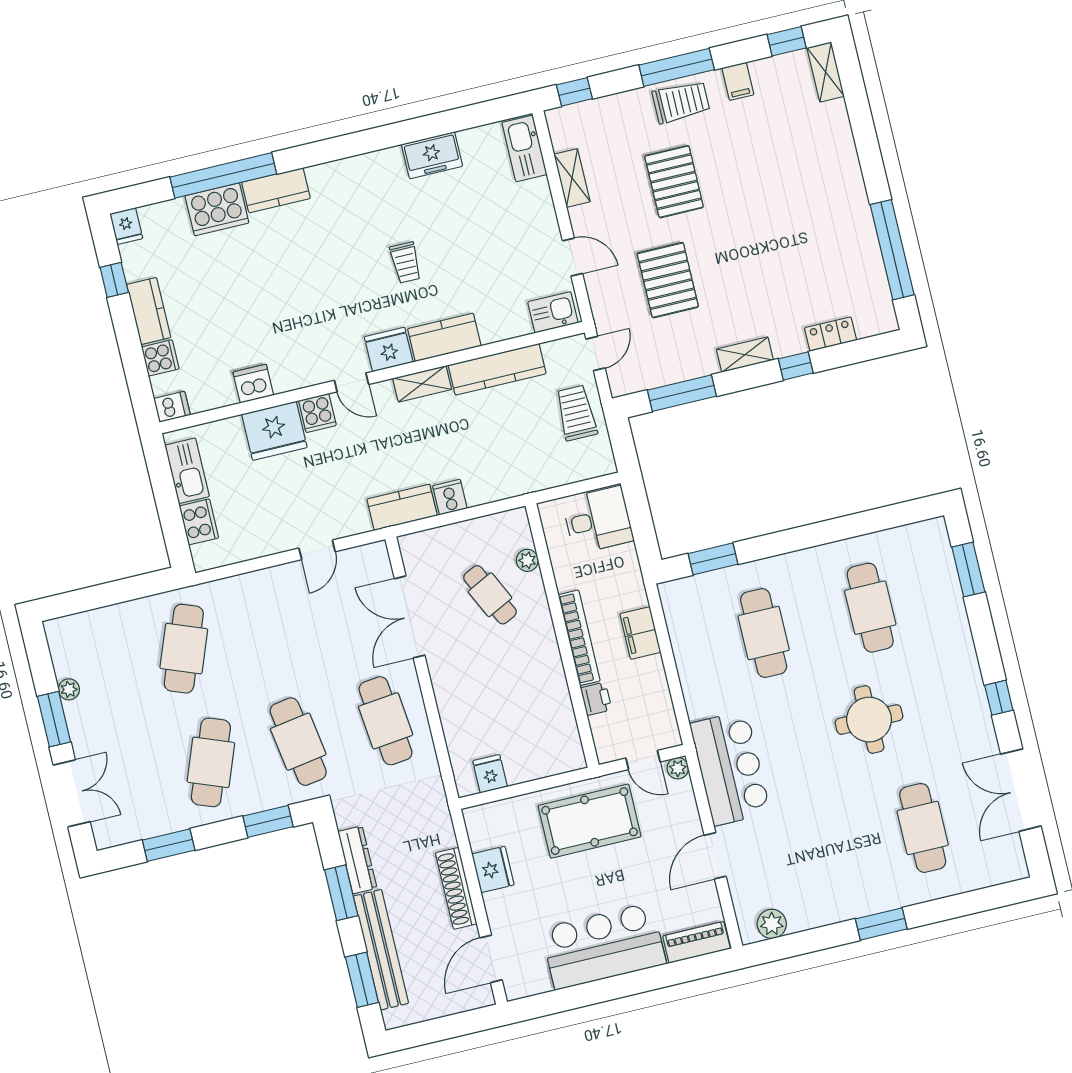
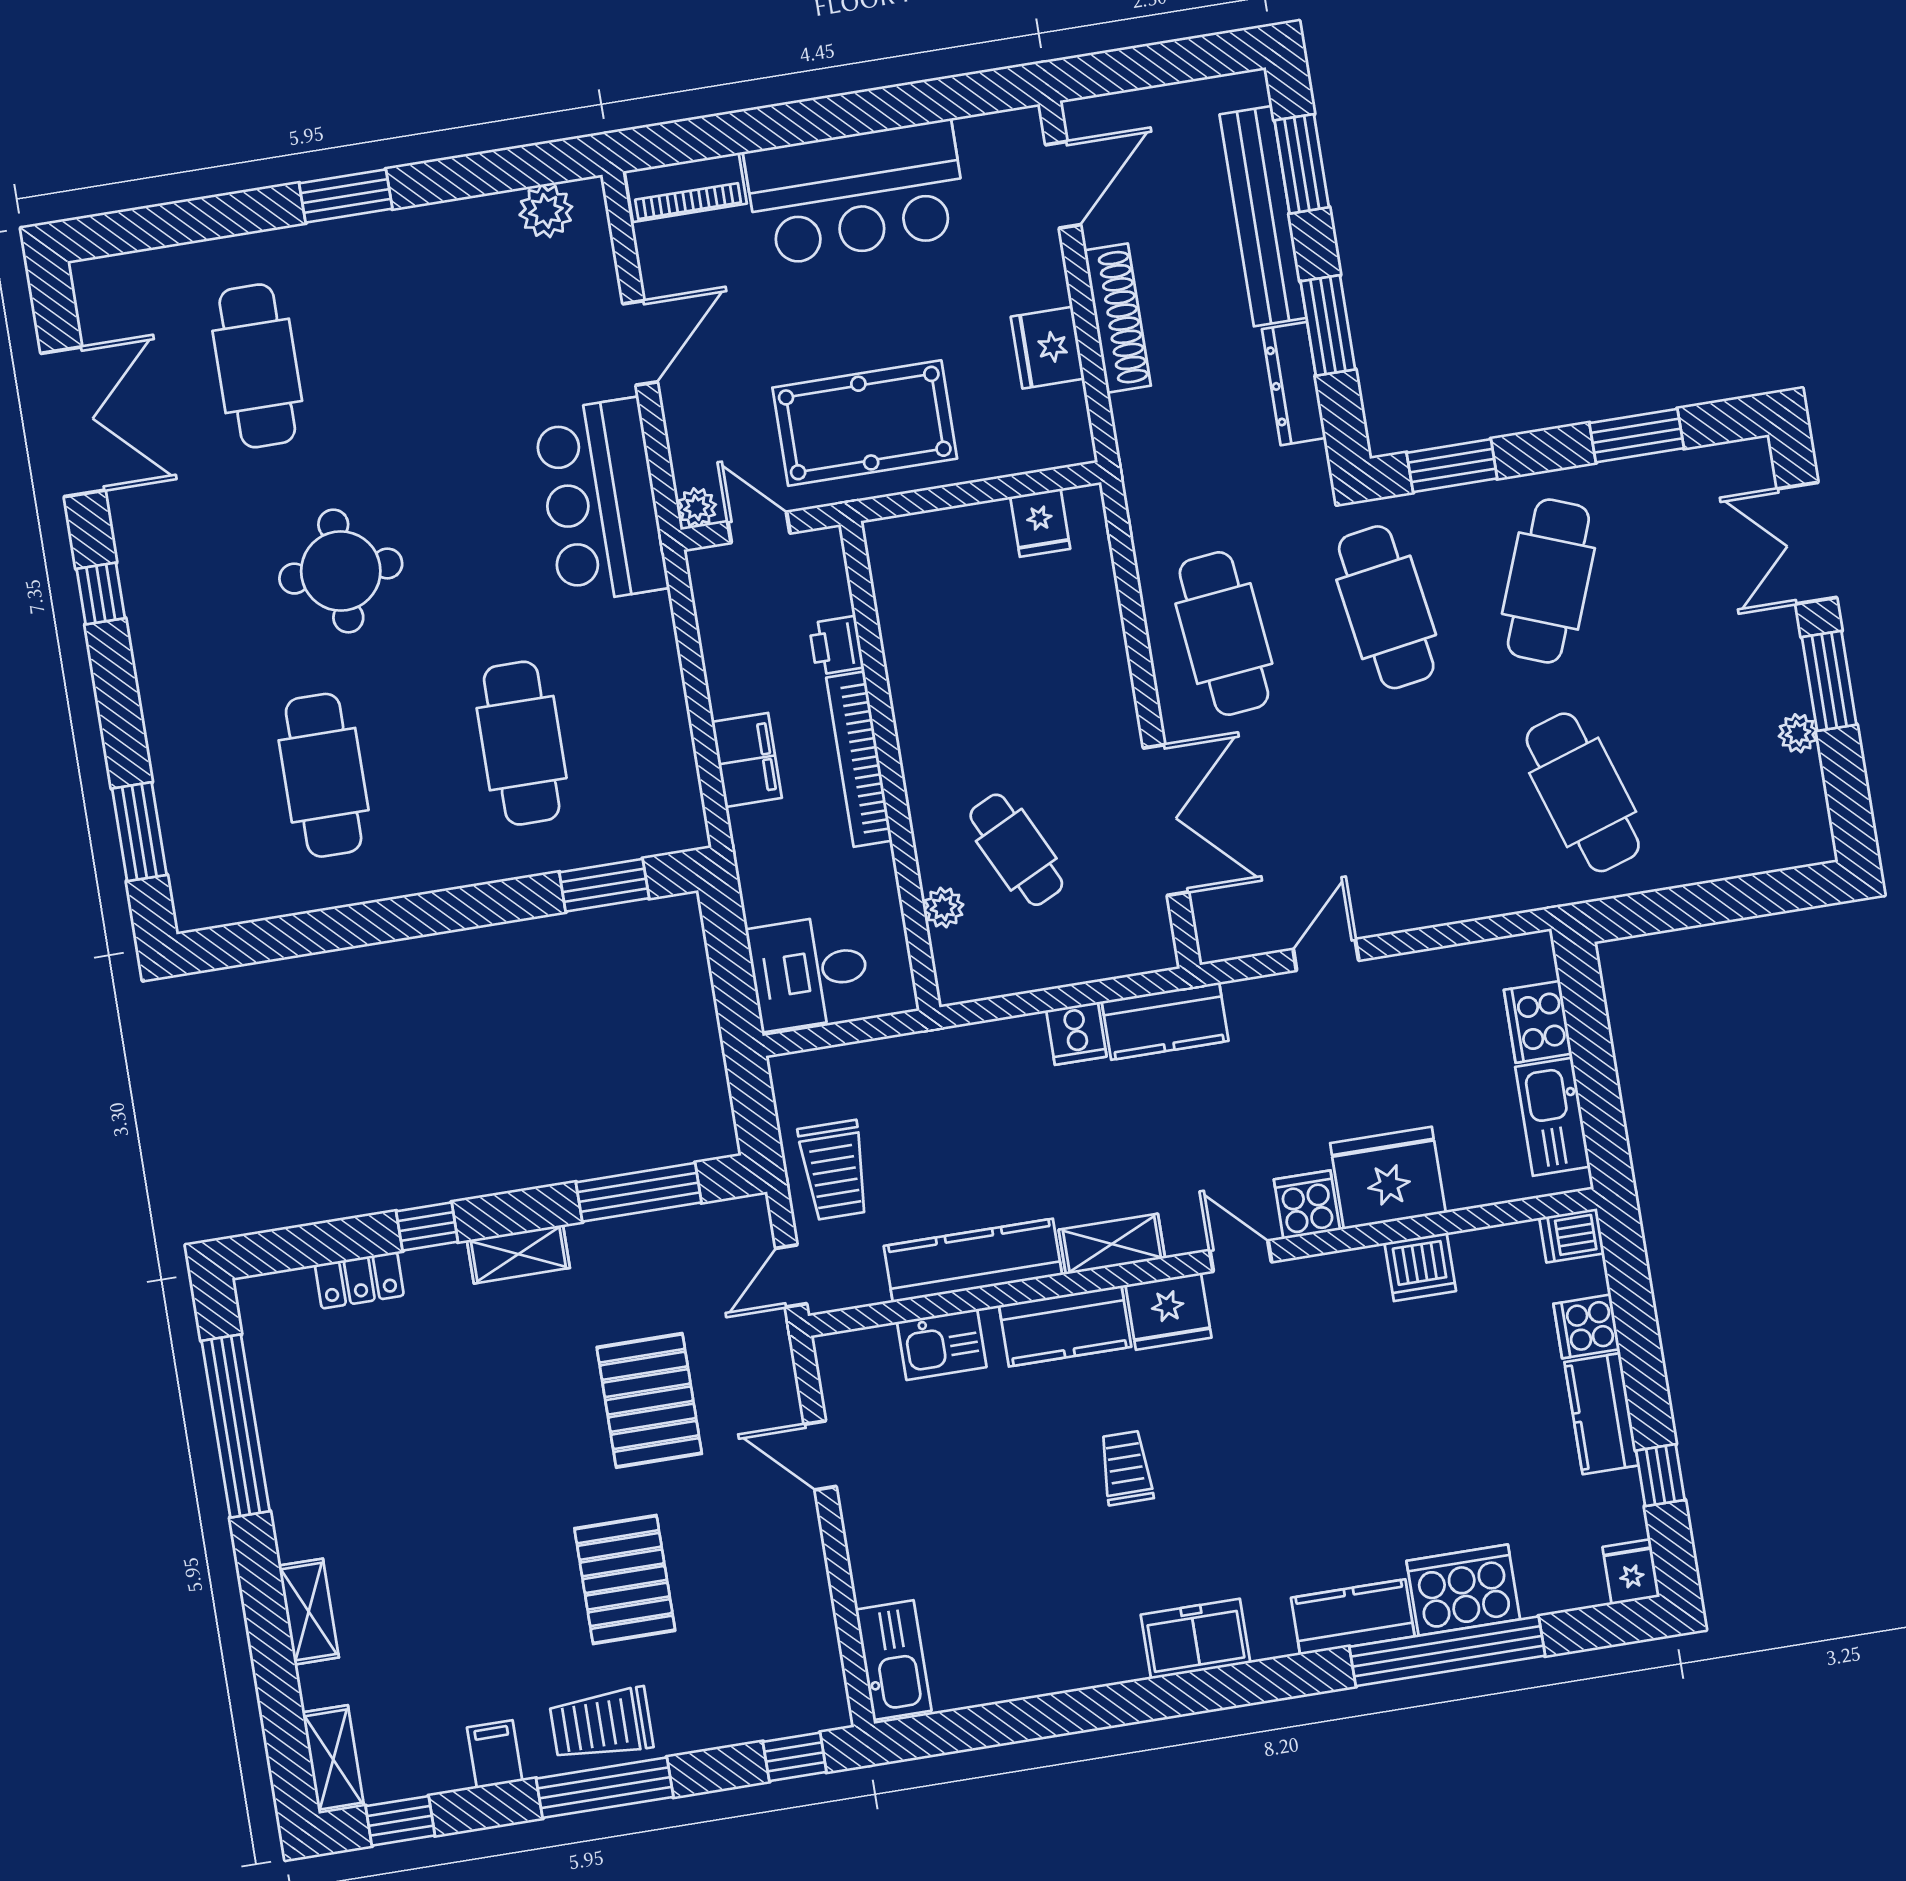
freezer: (432, 155) -> (1195, 1639), moved
shelving: (572, 178) -> (309, 1612), moved
kitchen sink: (553, 312) -> (942, 1344), moved
cafe table: (184, 649) -> (1583, 792), turned -39

